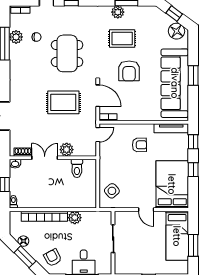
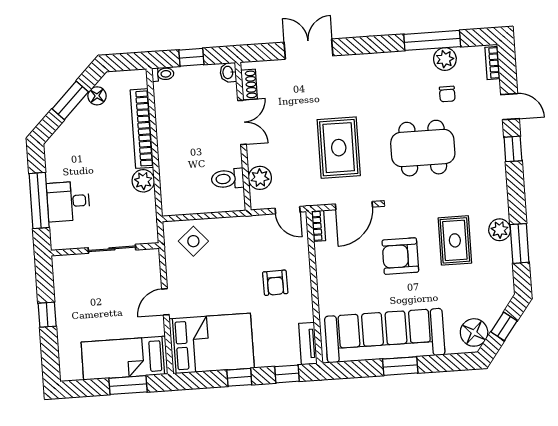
tv unit: (171, 128) -> (308, 344), width x0.71
plant: (67, 150) -> (260, 178), moved
window: (193, 245) -> (128, 385), moved
armchair: (53, 258) -> (72, 148), removed

